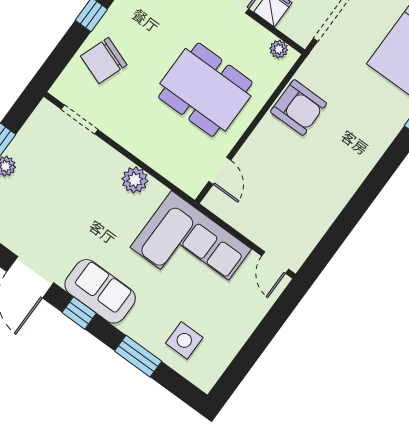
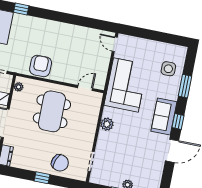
door: (275, 263) -> (115, 44), swing flipped

